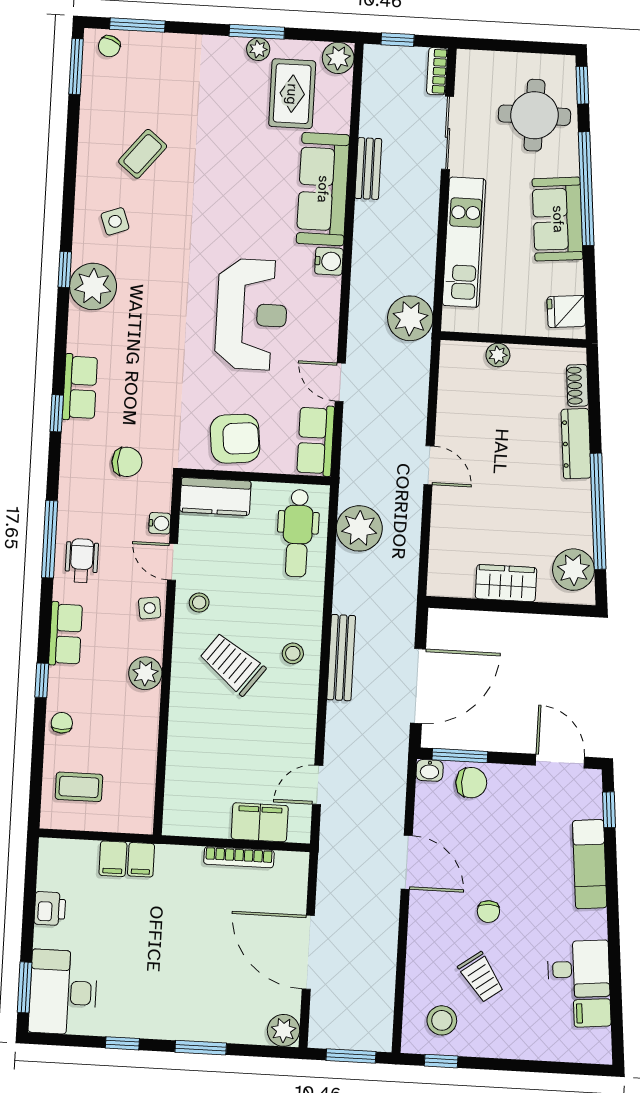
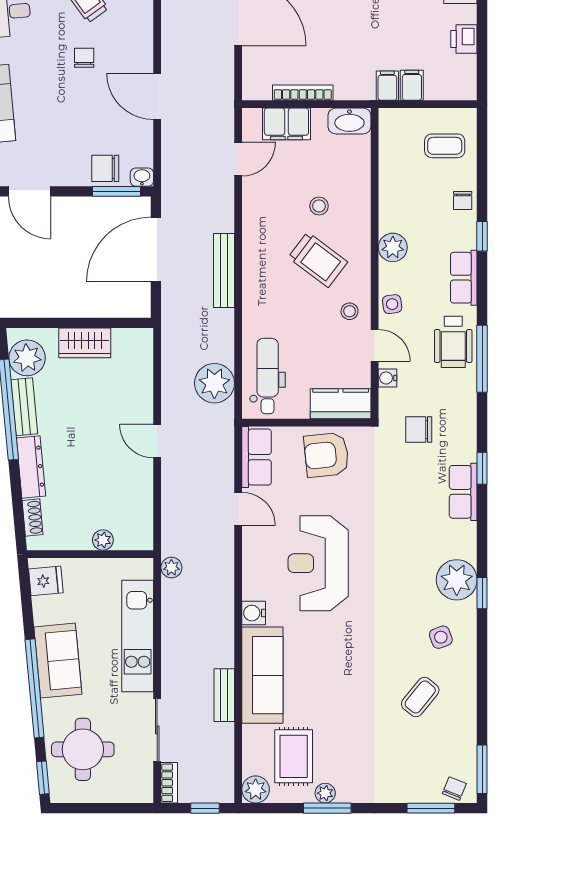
plant: (410, 318) -> (171, 568), width x0.53, depth x0.53
bench: (580, 513) -> (24, 407), added
wheelchair: (82, 561) -> (453, 342), width x1.36, depth x1.37
stool: (293, 653) -> (319, 206), moved
washbasin: (187, 822) -> (349, 121), added

